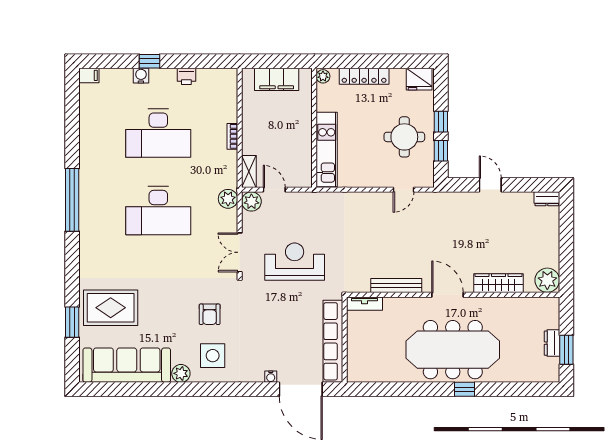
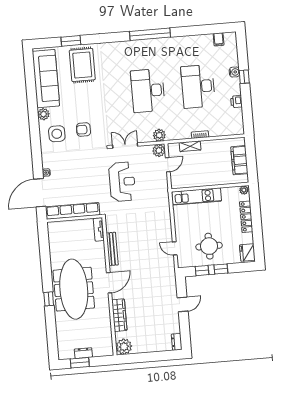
filing cabinet: (89, 75) -> (219, 39), moved
shelving: (249, 172) -> (190, 146), moved

